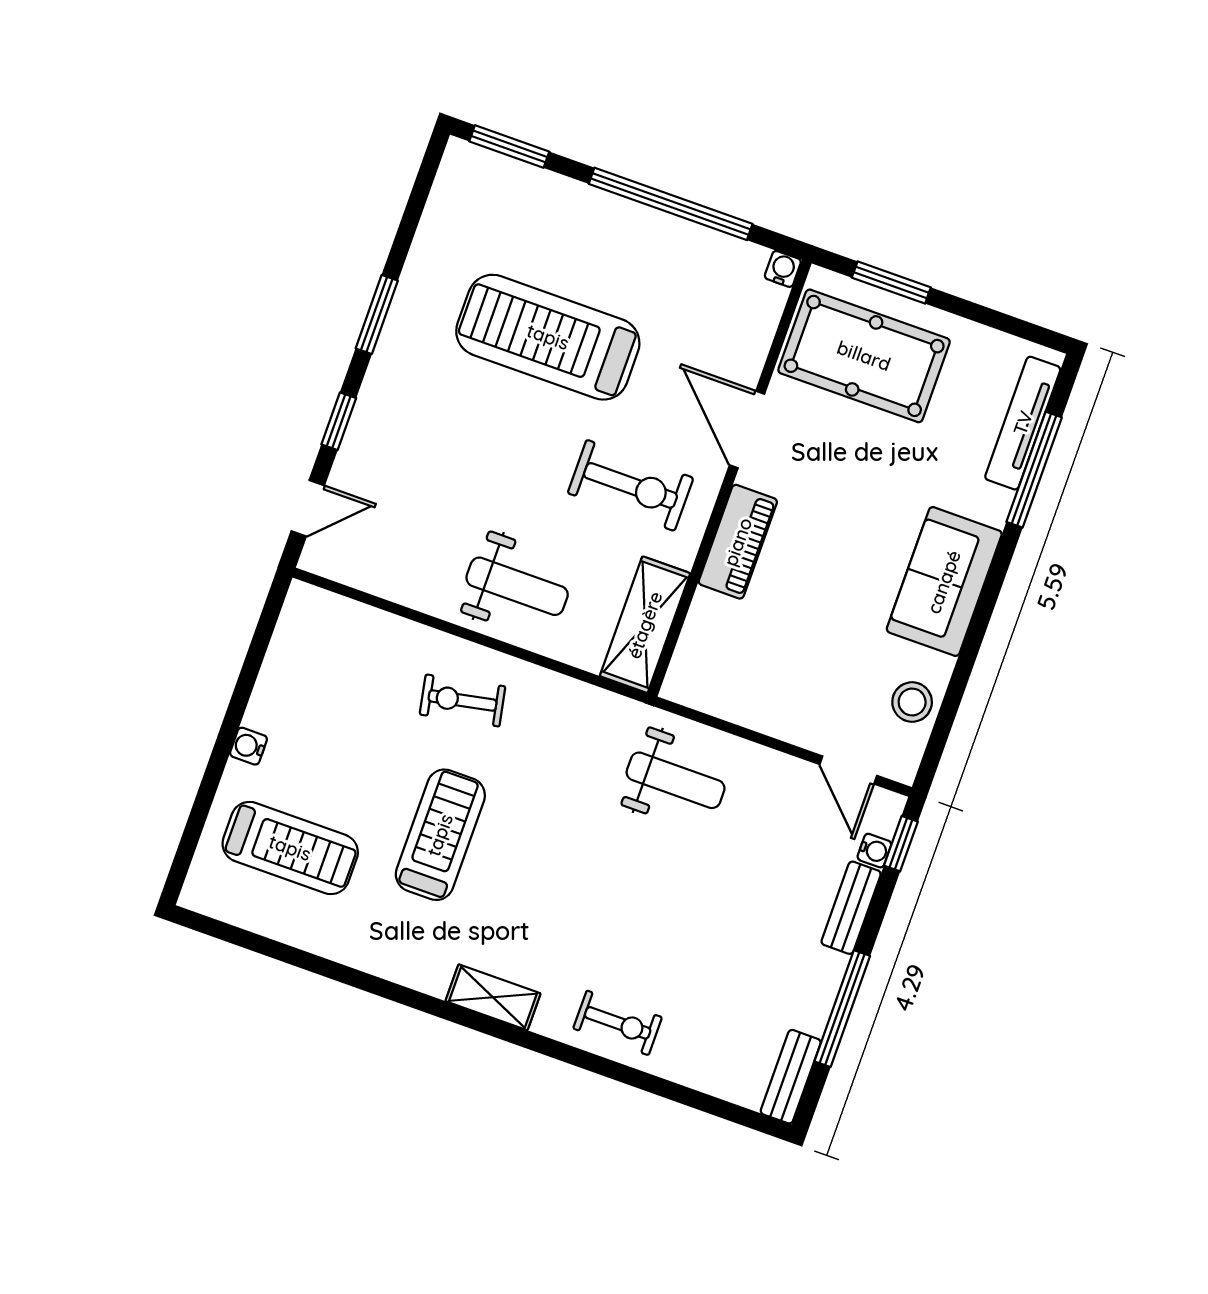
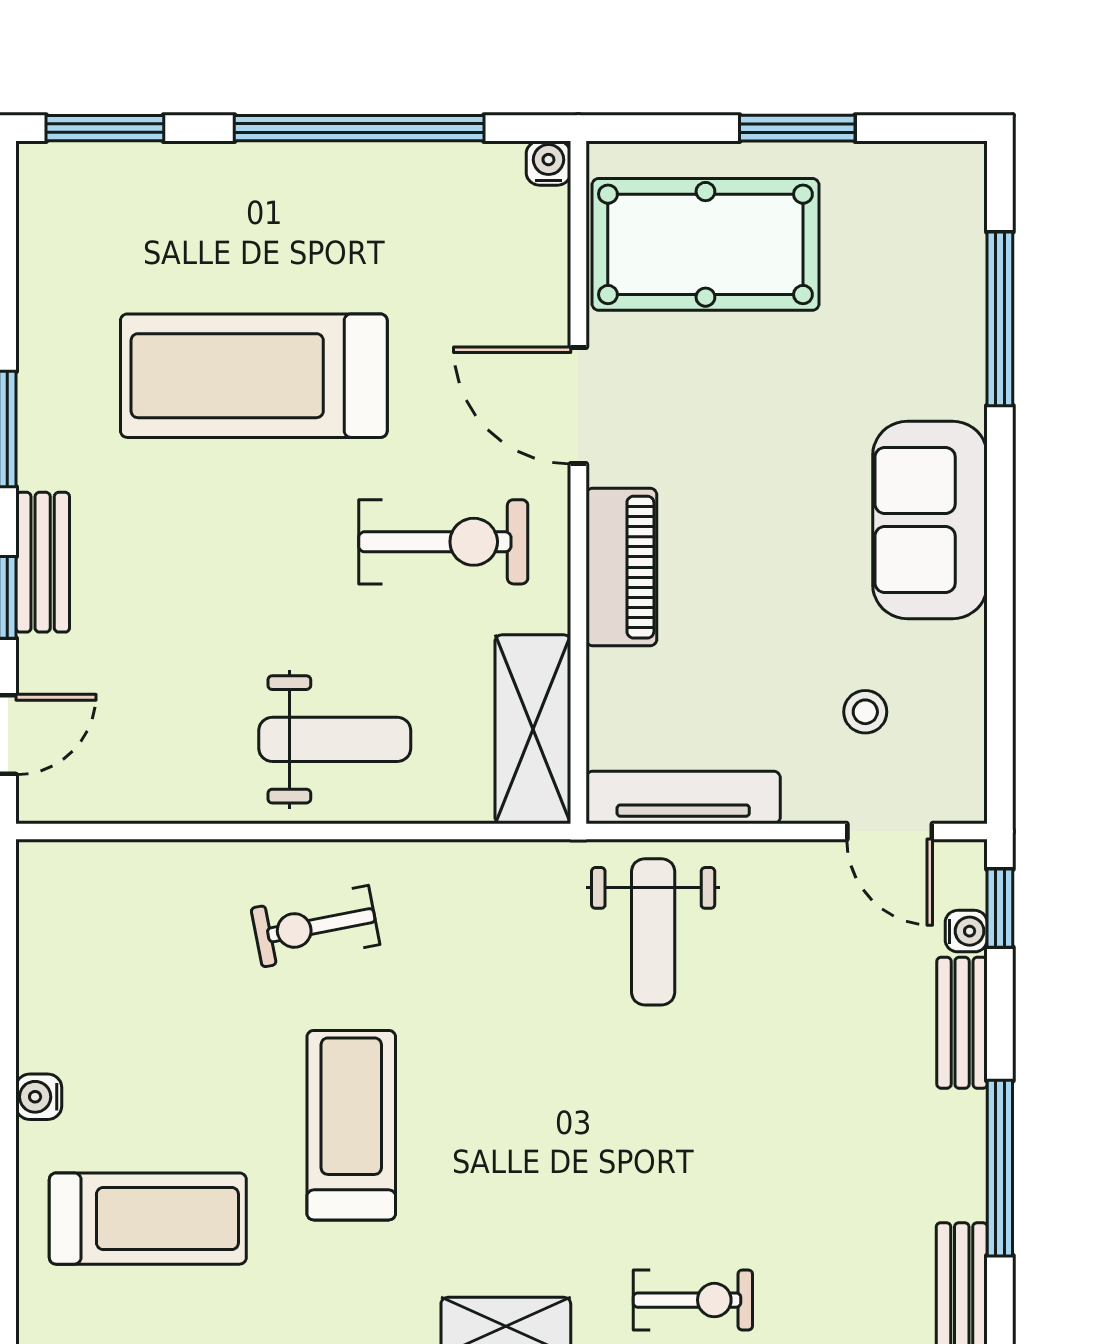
window: (891, 283) -> (797, 128), moved
bench: (372, 408) -> (43, 562), added
tv unit: (1023, 423) -> (683, 797), moved, turned 90
stool: (912, 702) -> (865, 712), moved, width x0.73, depth x0.73
weight bench: (676, 780) -> (653, 932), turned 90

